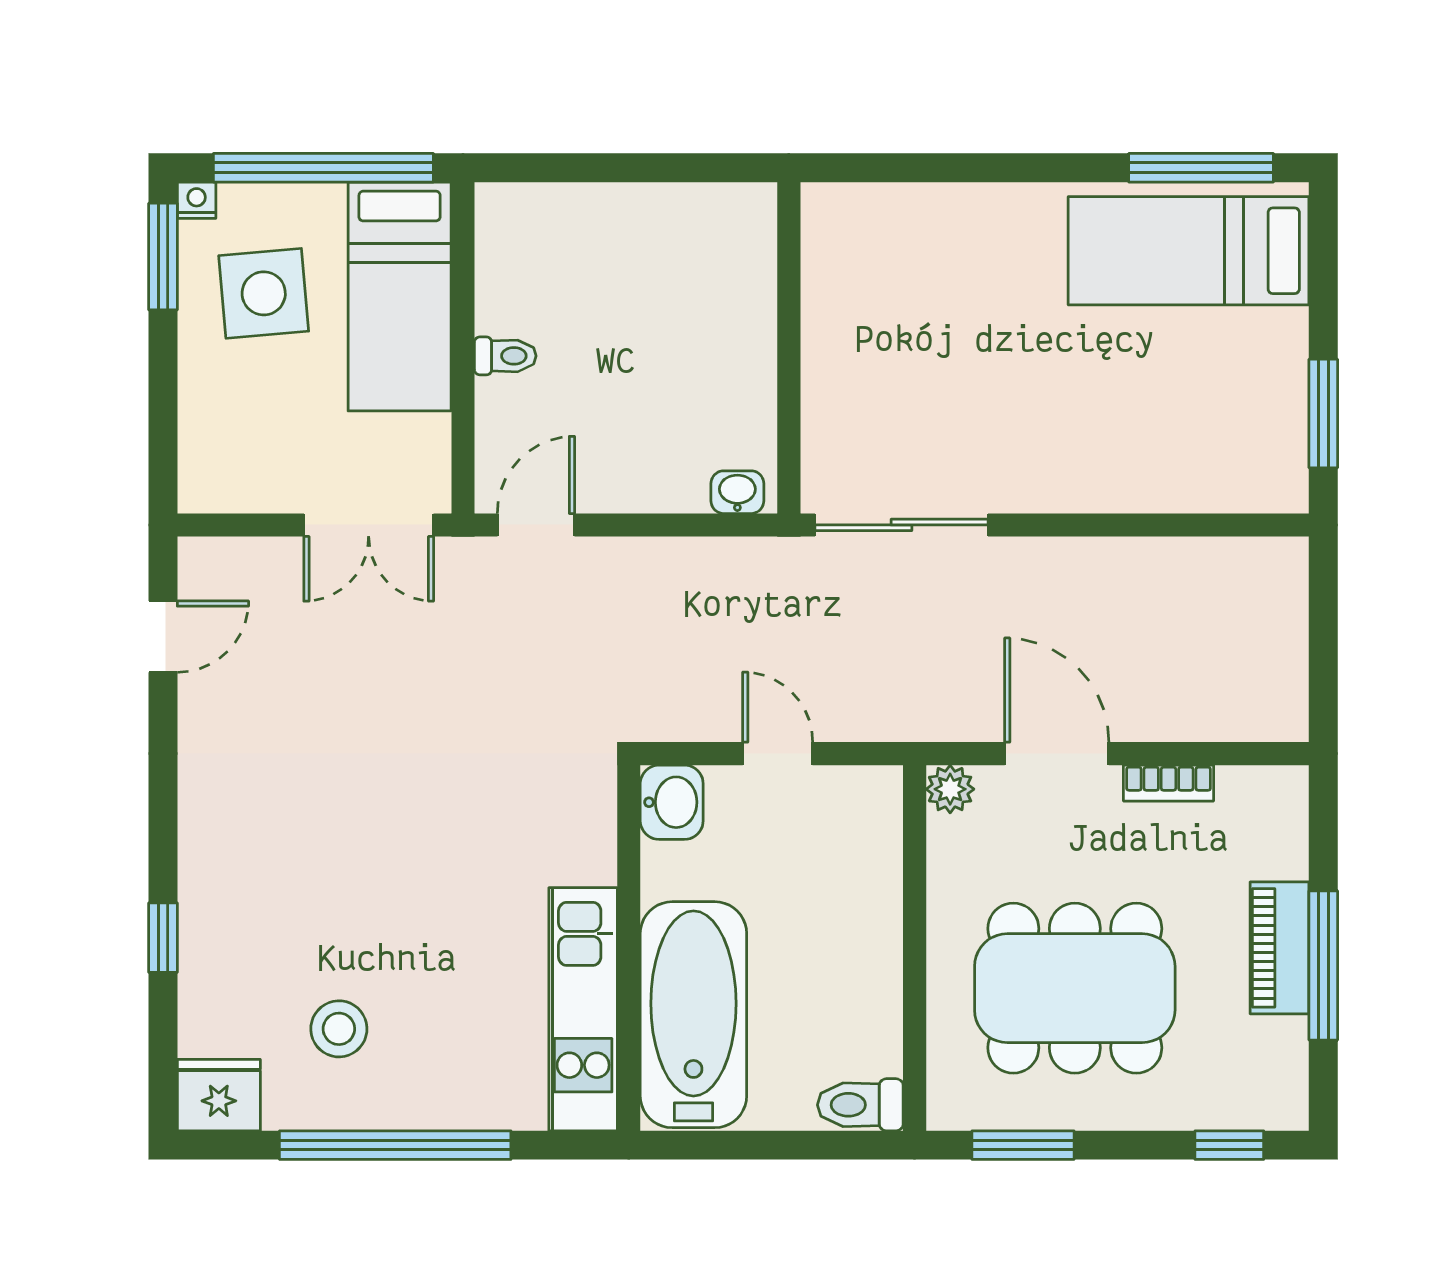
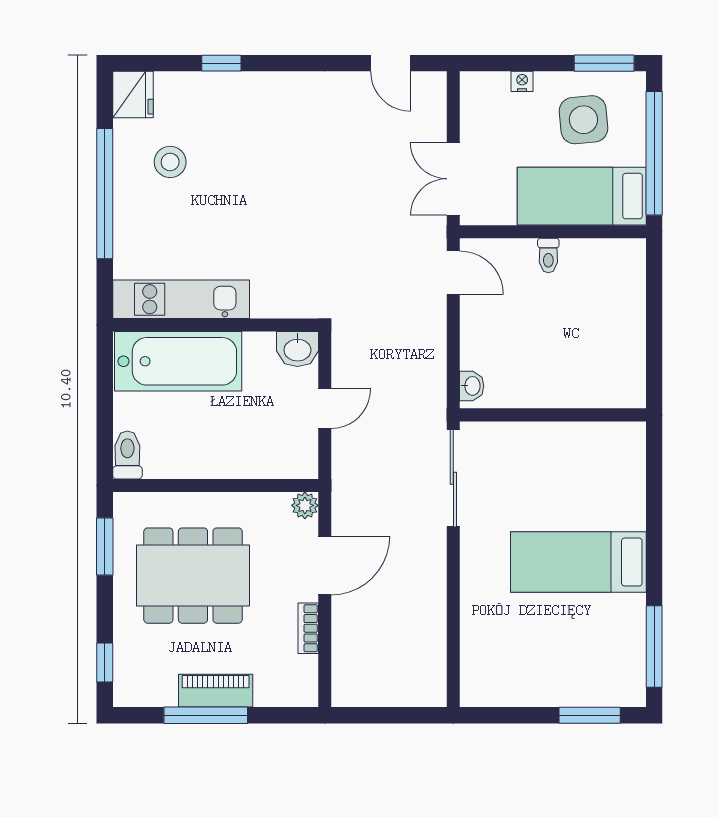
nightstand: (197, 200) -> (522, 81), moved, turned -90
bed: (1189, 251) -> (578, 562), moved, turned -90
window: (1323, 414) -> (590, 715), moved
dining table: (1075, 988) -> (193, 576), turned 90

